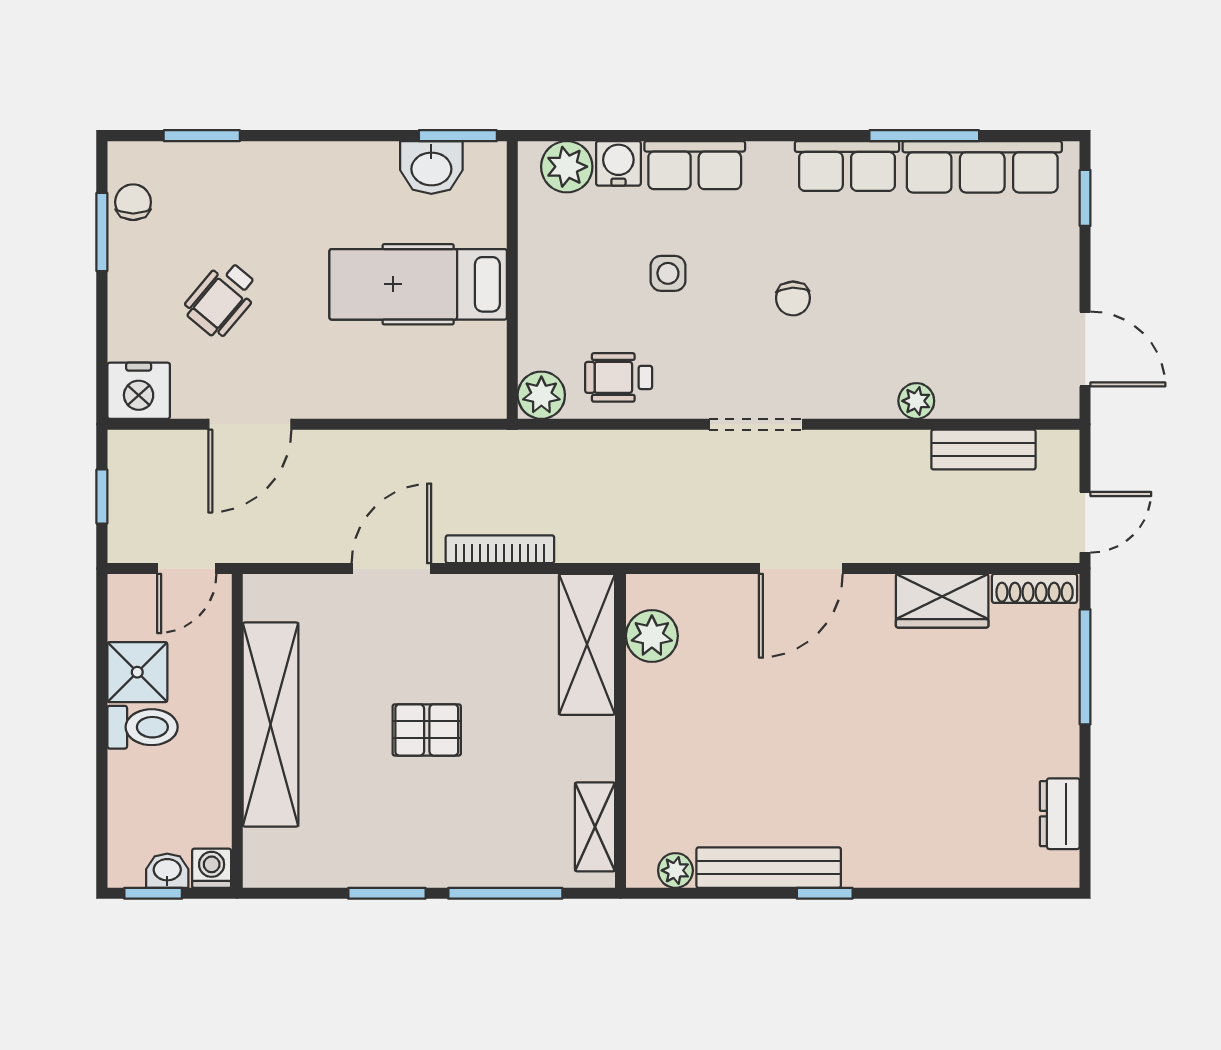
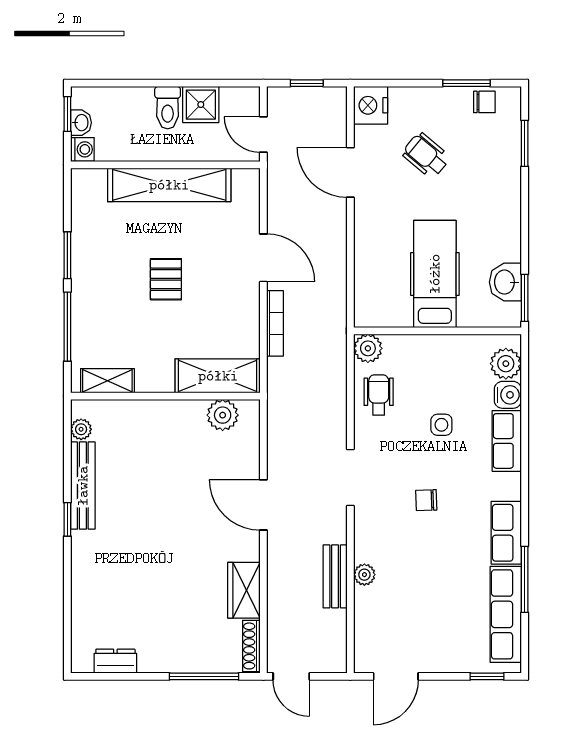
bench: (983, 450) -> (335, 576), moved

